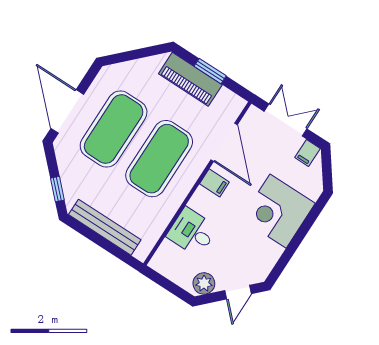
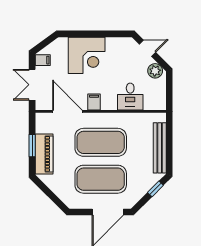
door: (224, 142) -> (67, 111), hinge flipped

